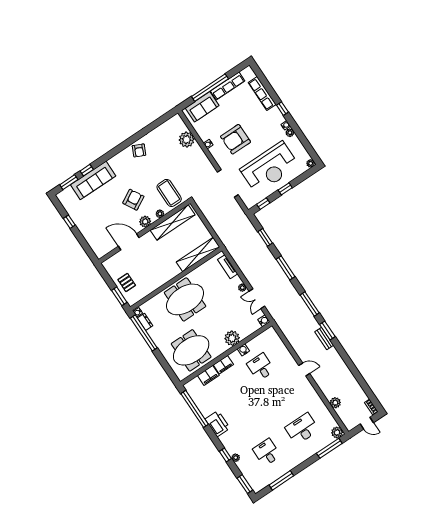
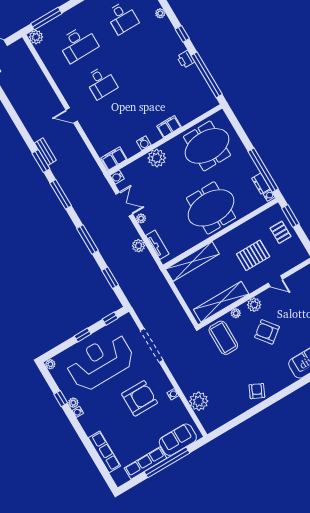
window: (282, 109) -> (61, 399), moved
armchair: (133, 200) -> (267, 332), turned 81
door: (129, 242) -> (275, 281), width x0.53
pallet: (148, 262) -> (253, 255), added
desk: (261, 367) -> (101, 83), moved
filing cabinet: (208, 375) -> (114, 159), moved
plant: (335, 403) -> (139, 246), moved
printer: (218, 424) -> (186, 59), width x0.53, depth x0.68
window: (225, 455) -> (182, 34), moved

